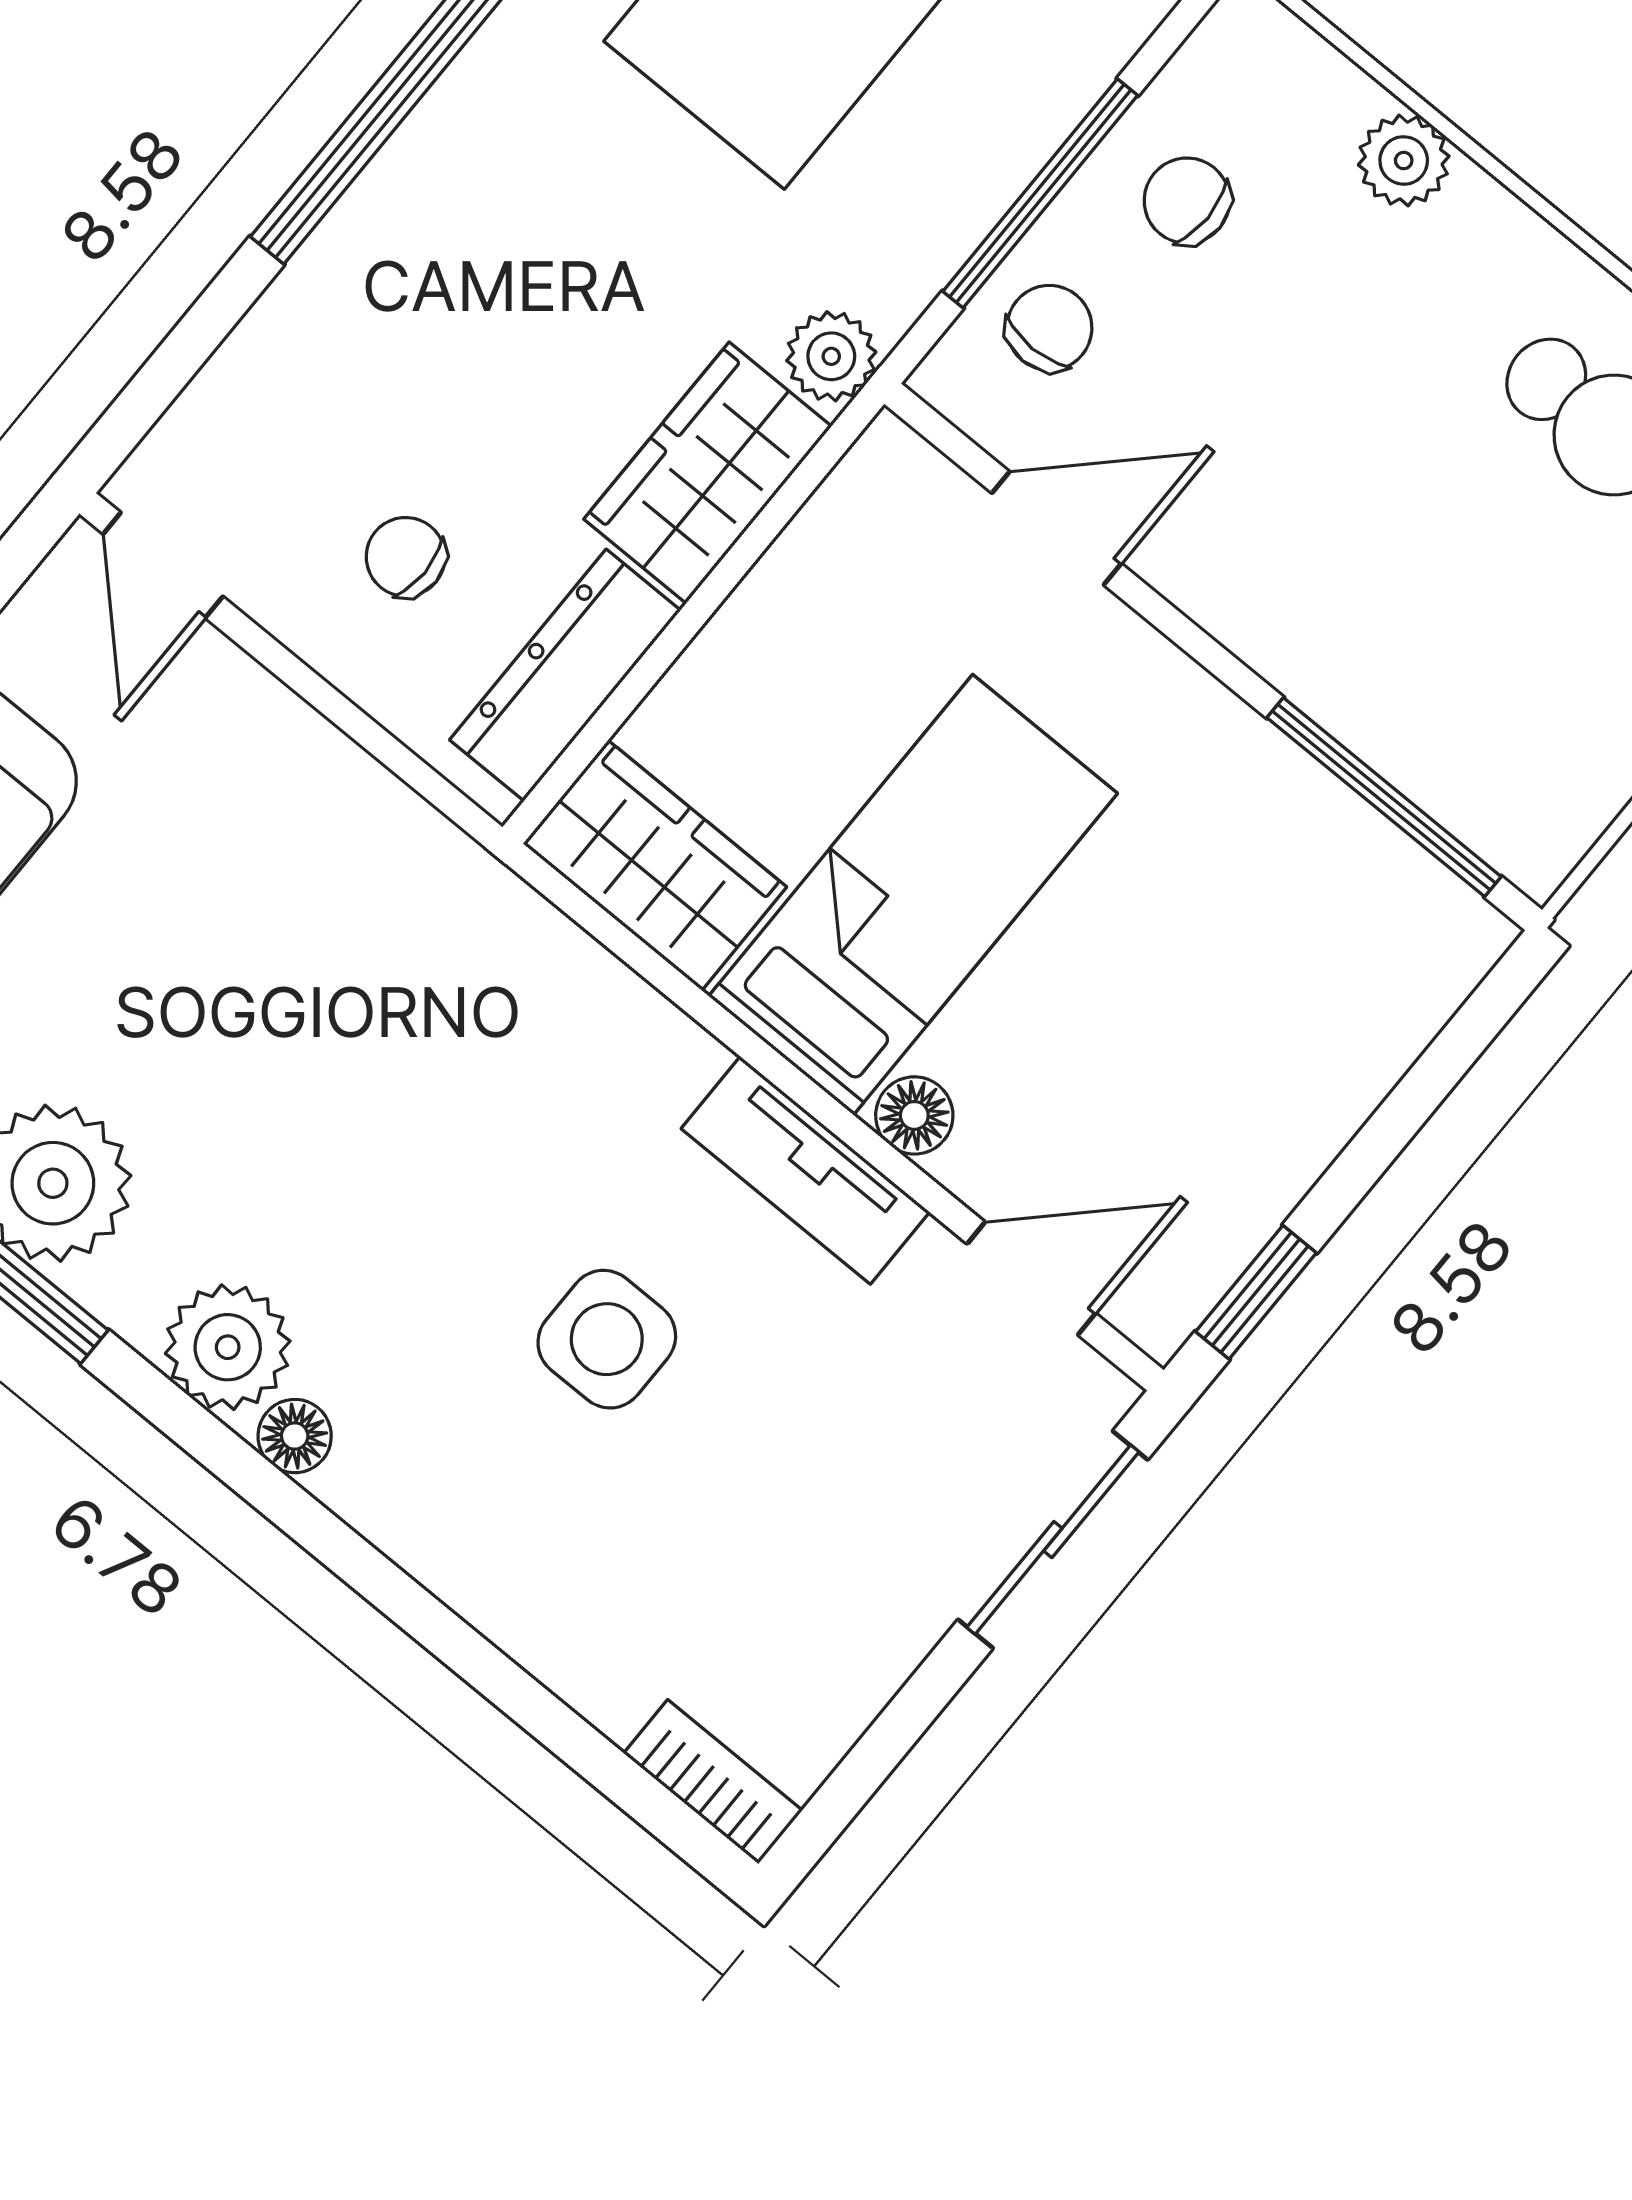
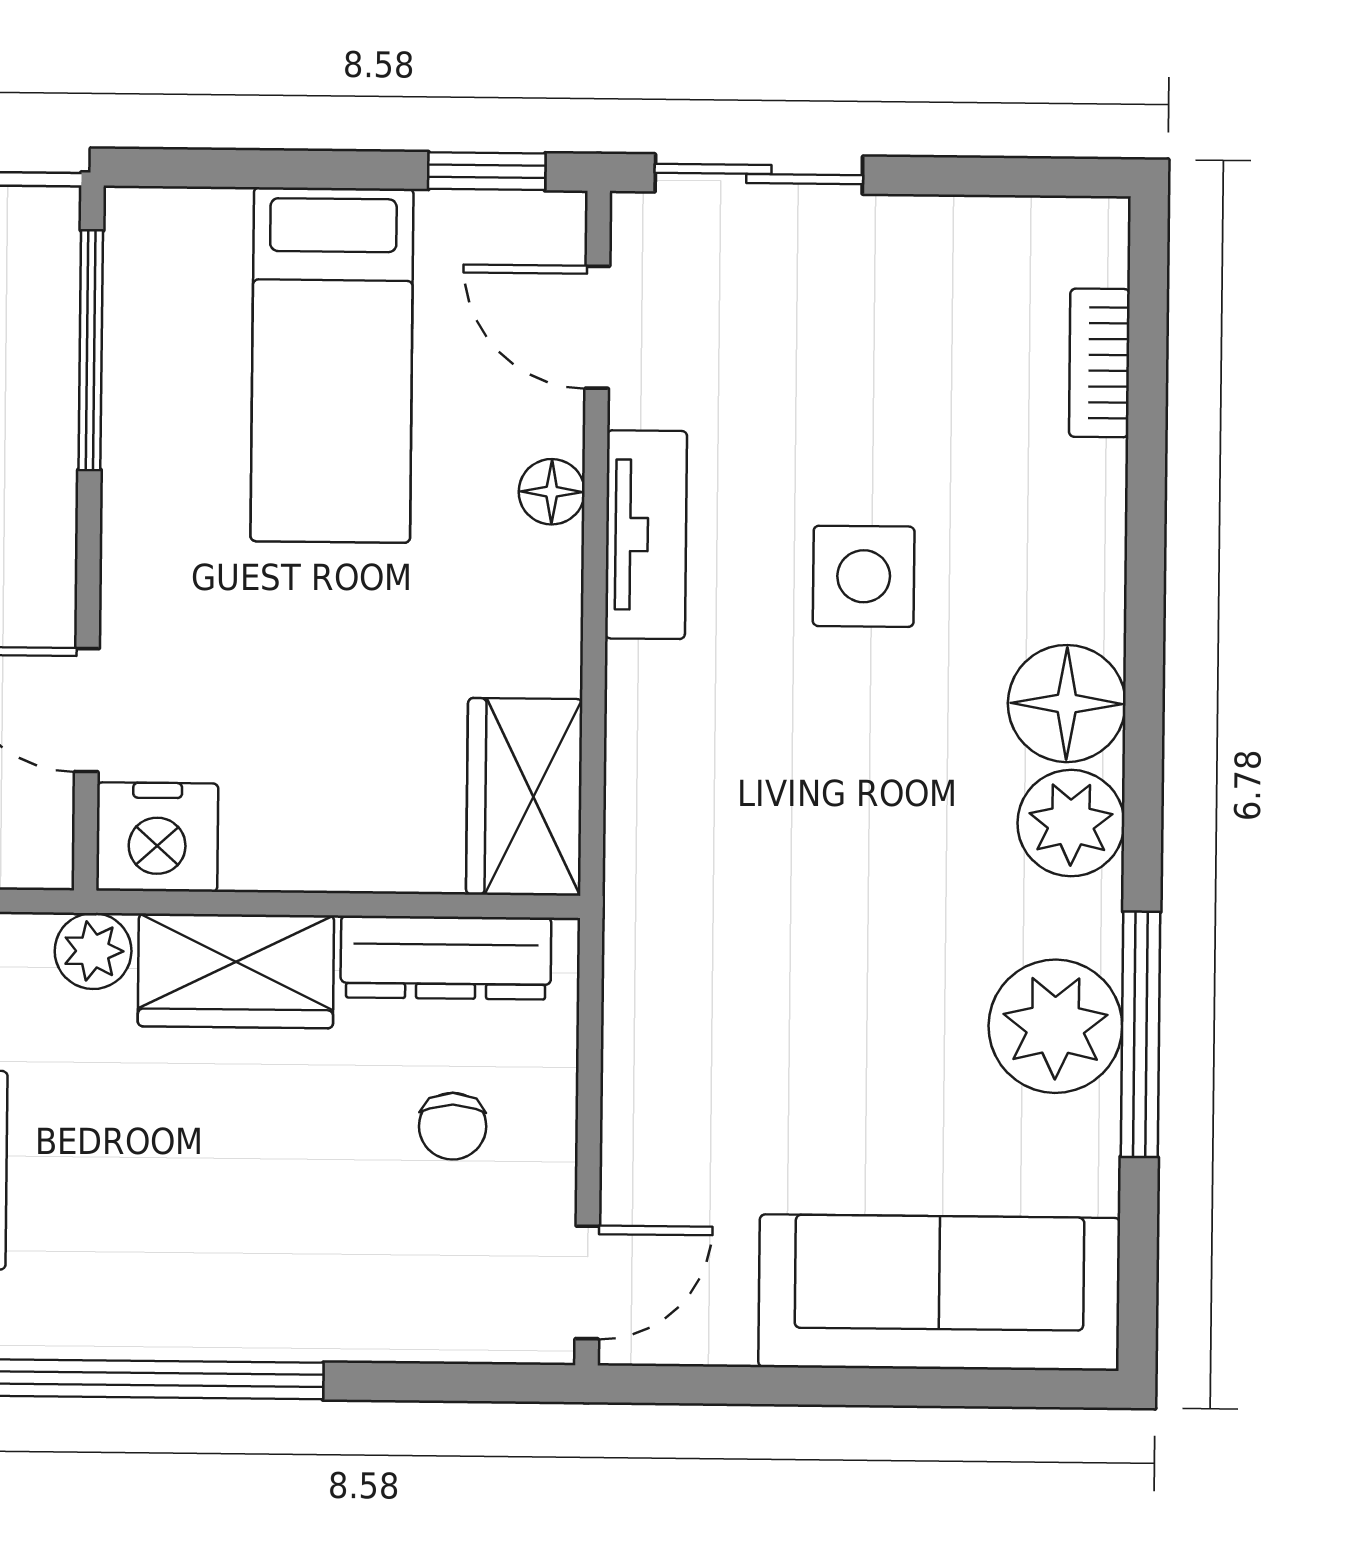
nightstand: (888, 499) -> (157, 837), added
bed: (913, 895) -> (332, 365), moved, turned -90
floor lamp: (295, 1436) -> (1067, 704), width x1.89, depth x1.89
bookcase: (713, 1782) -> (1099, 363), moved

